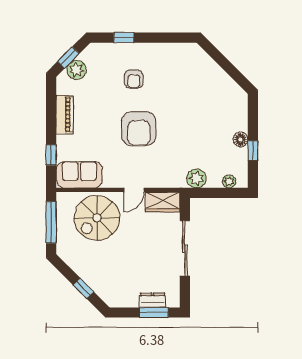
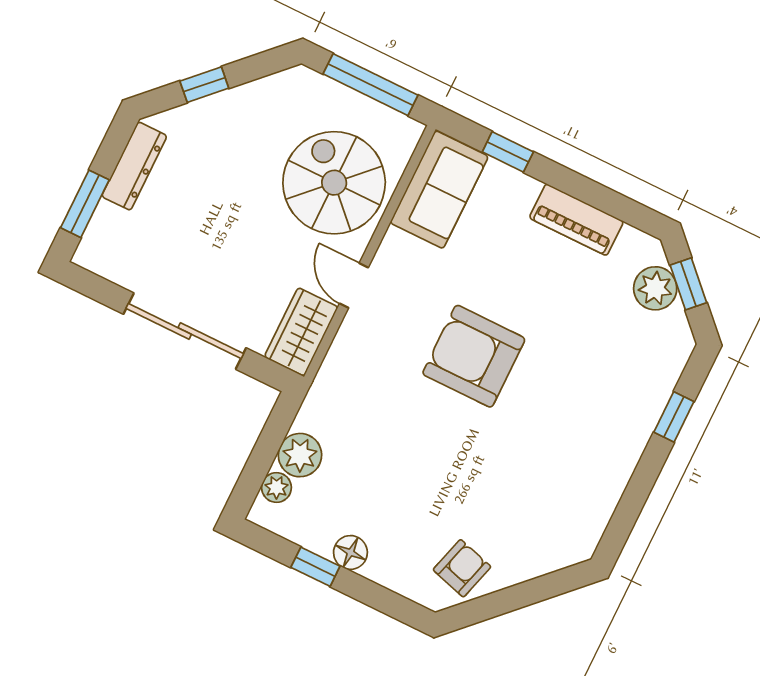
armchair: (134, 79) -> (462, 568), moved, turned 106
plant: (196, 178) -> (300, 455), moved
dresser: (153, 300) -> (134, 166), moved, width x1.44

